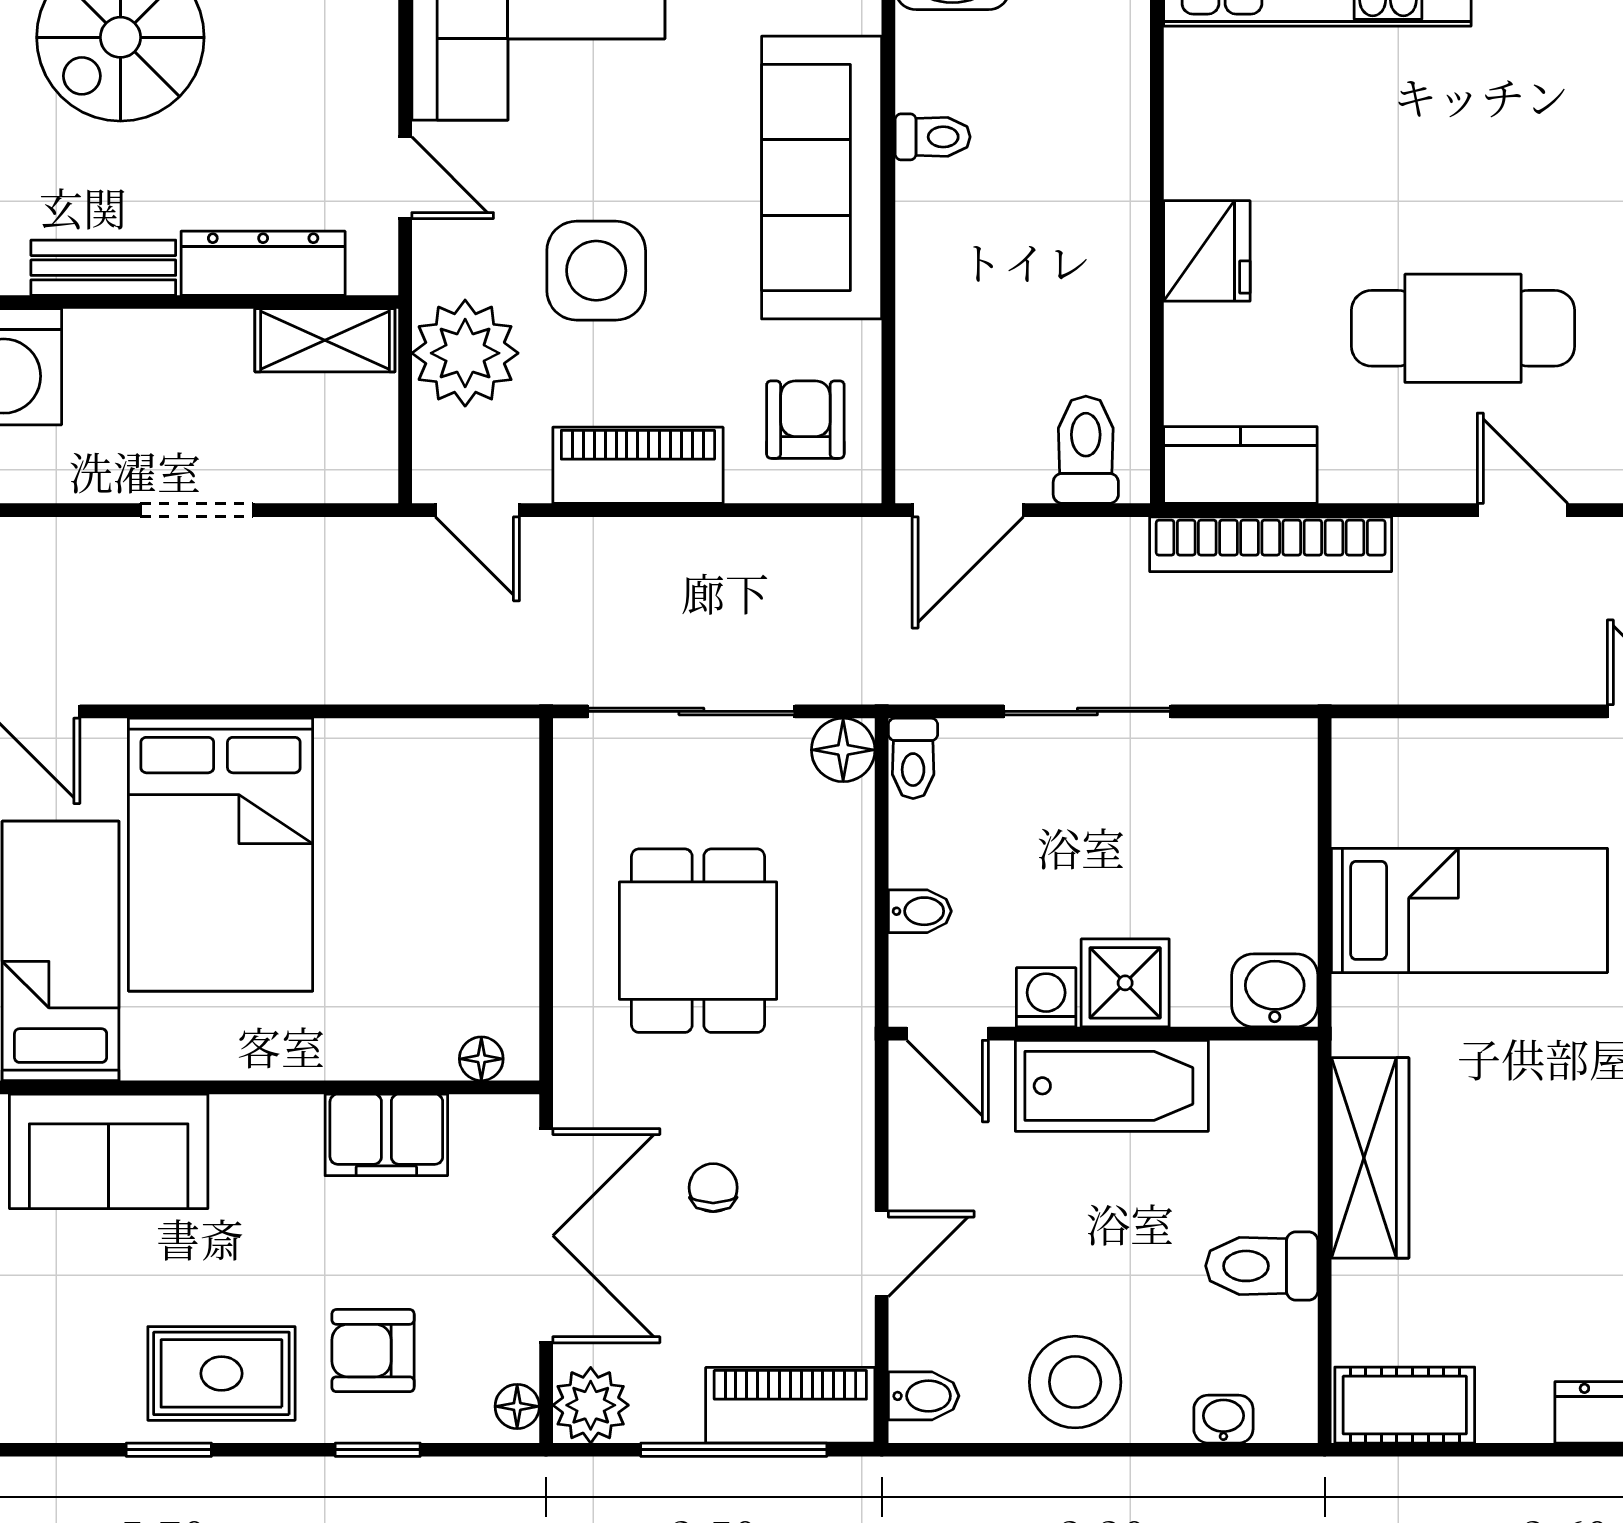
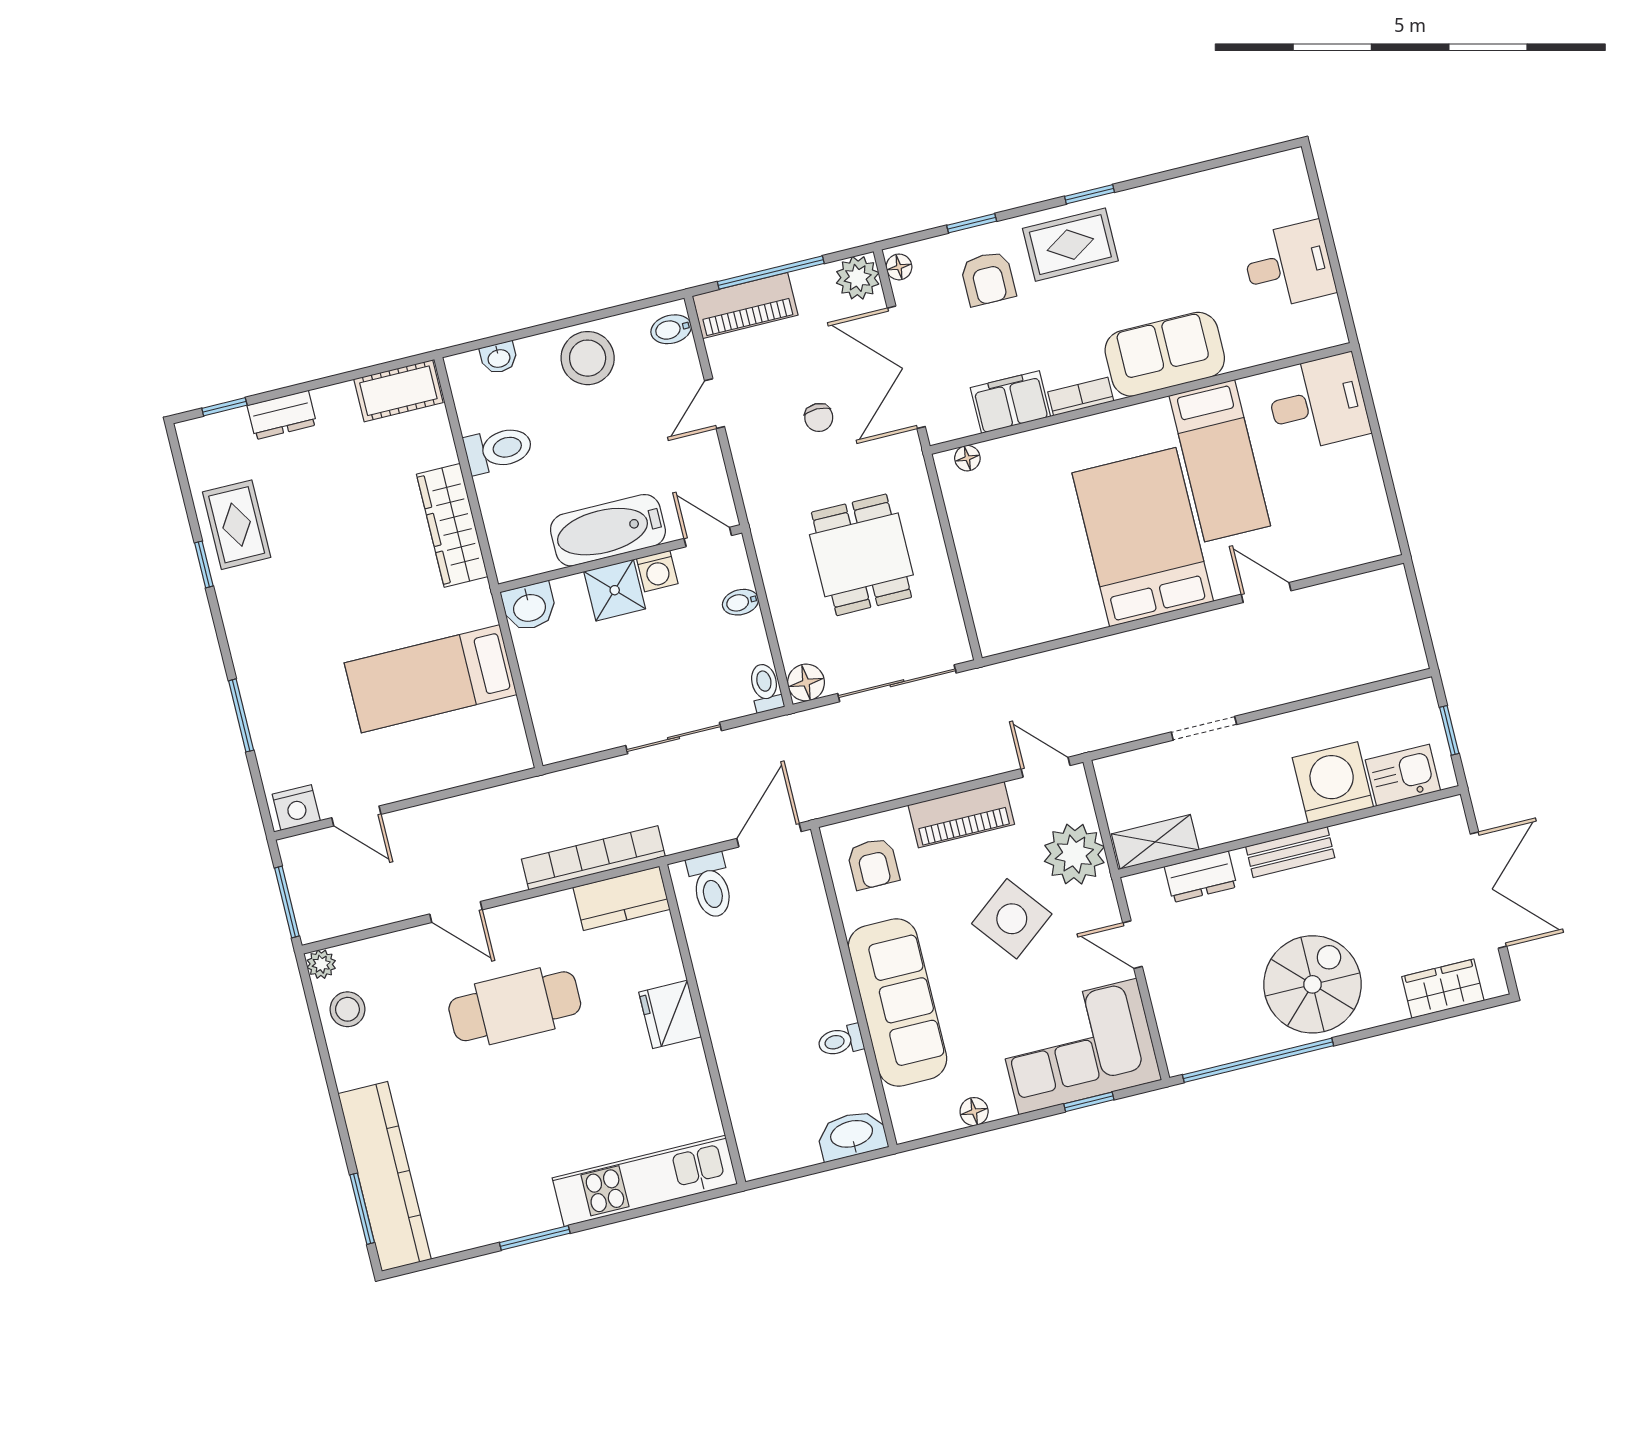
dresser: (263, 263) -> (1201, 877), width x0.70
side table: (596, 271) -> (1012, 919), turned -38
bookcase: (266, 1115) -> (1081, 396), added
armchair: (373, 1351) -> (988, 279), turned 90

